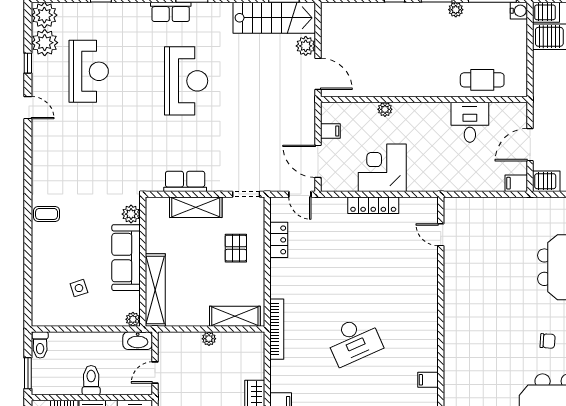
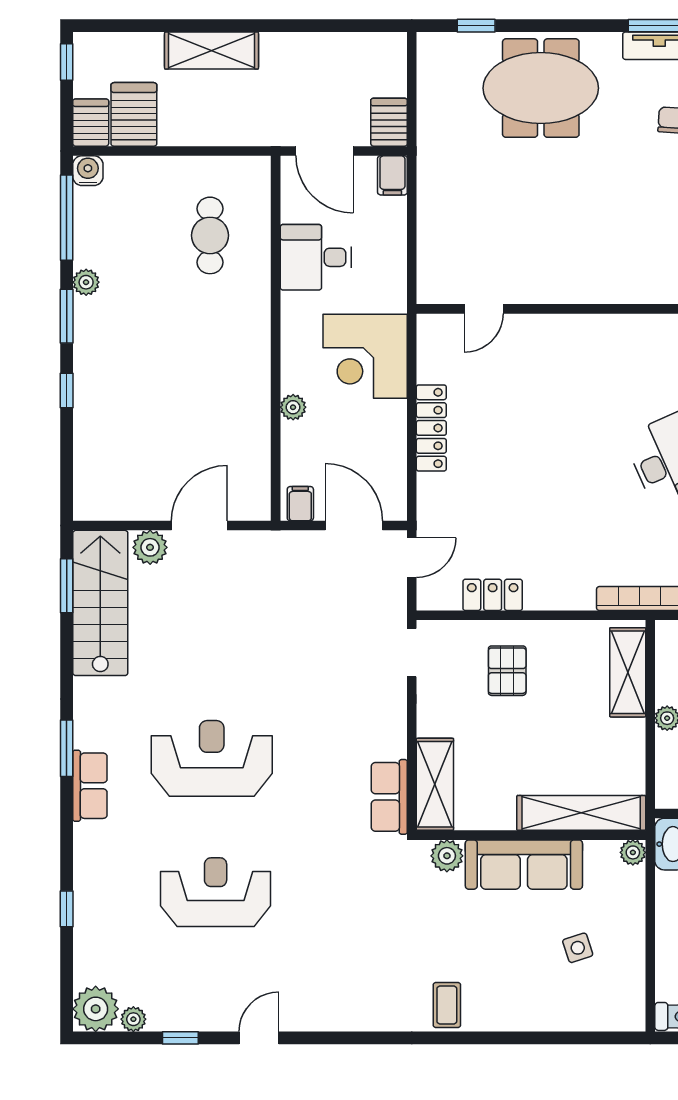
plant: (45, 43) -> (133, 1019), width x0.53, depth x0.53
reception desk: (89, 71) -> (216, 892), moved
wall: (424, 100) -> (276, 338), moved
plant: (385, 109) -> (293, 407), moved
desk: (470, 122) -> (316, 257), moved
door: (318, 161) -> (354, 526), swing flipped
corner desk: (382, 168) -> (365, 356), moved
row of seats: (185, 181) -> (389, 797), moved
shelving: (196, 207) -> (435, 784), moved
pallet: (236, 248) -> (507, 671), turned 90

